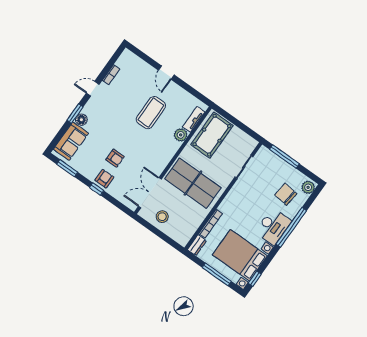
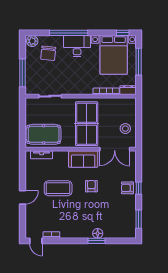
door: (93, 89) -> (36, 241), moved
plant: (181, 135) -> (59, 156), removed
sofa: (71, 141) -> (83, 159), moved, turned 180
armchair: (115, 158) -> (91, 186), moved

